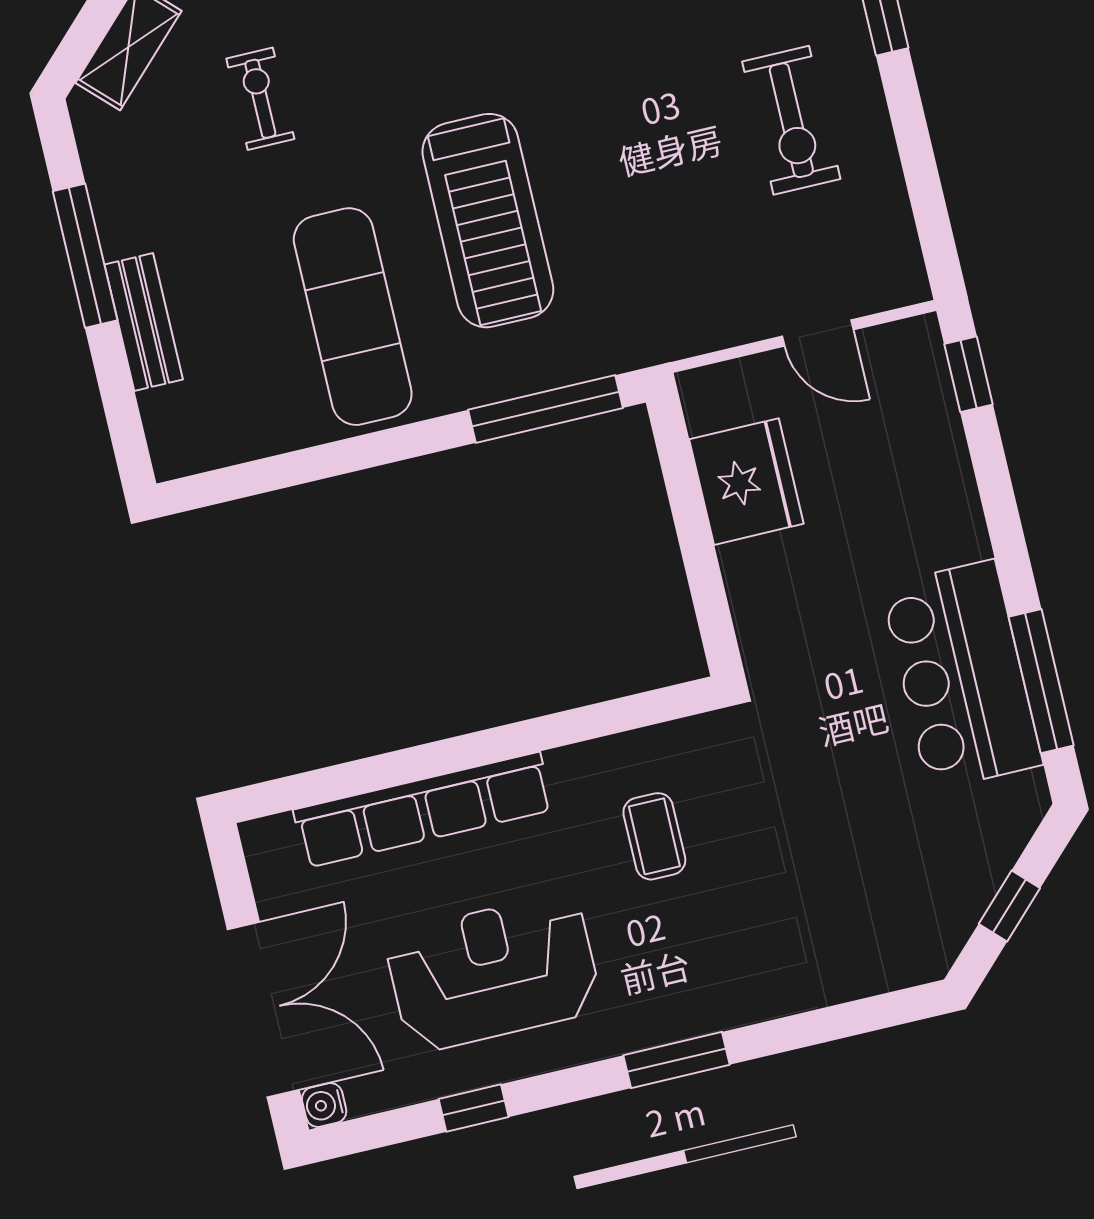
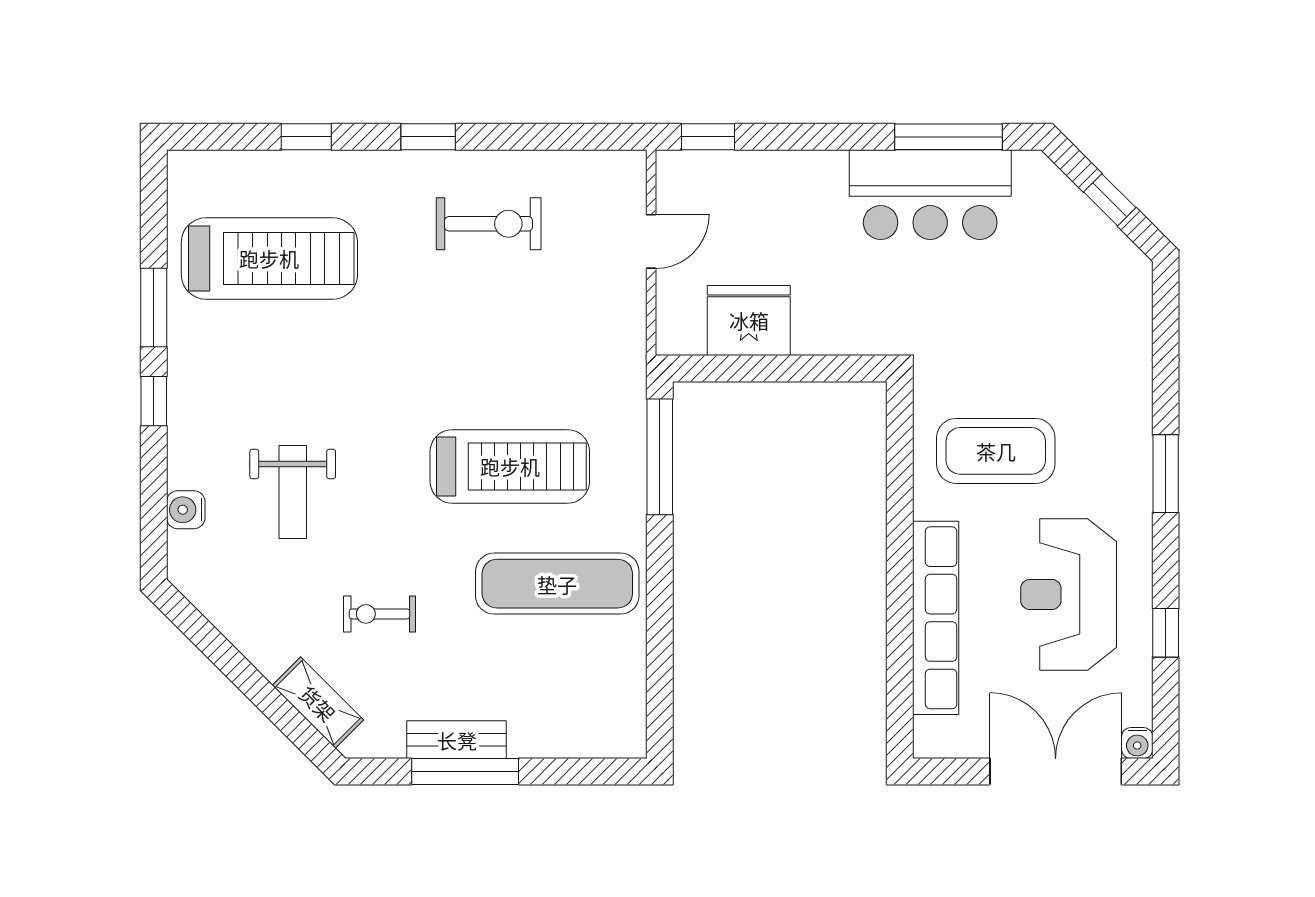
bench: (144, 322) -> (457, 740), moved
coffee table: (654, 836) -> (996, 451), width x1.86, depth x1.72

